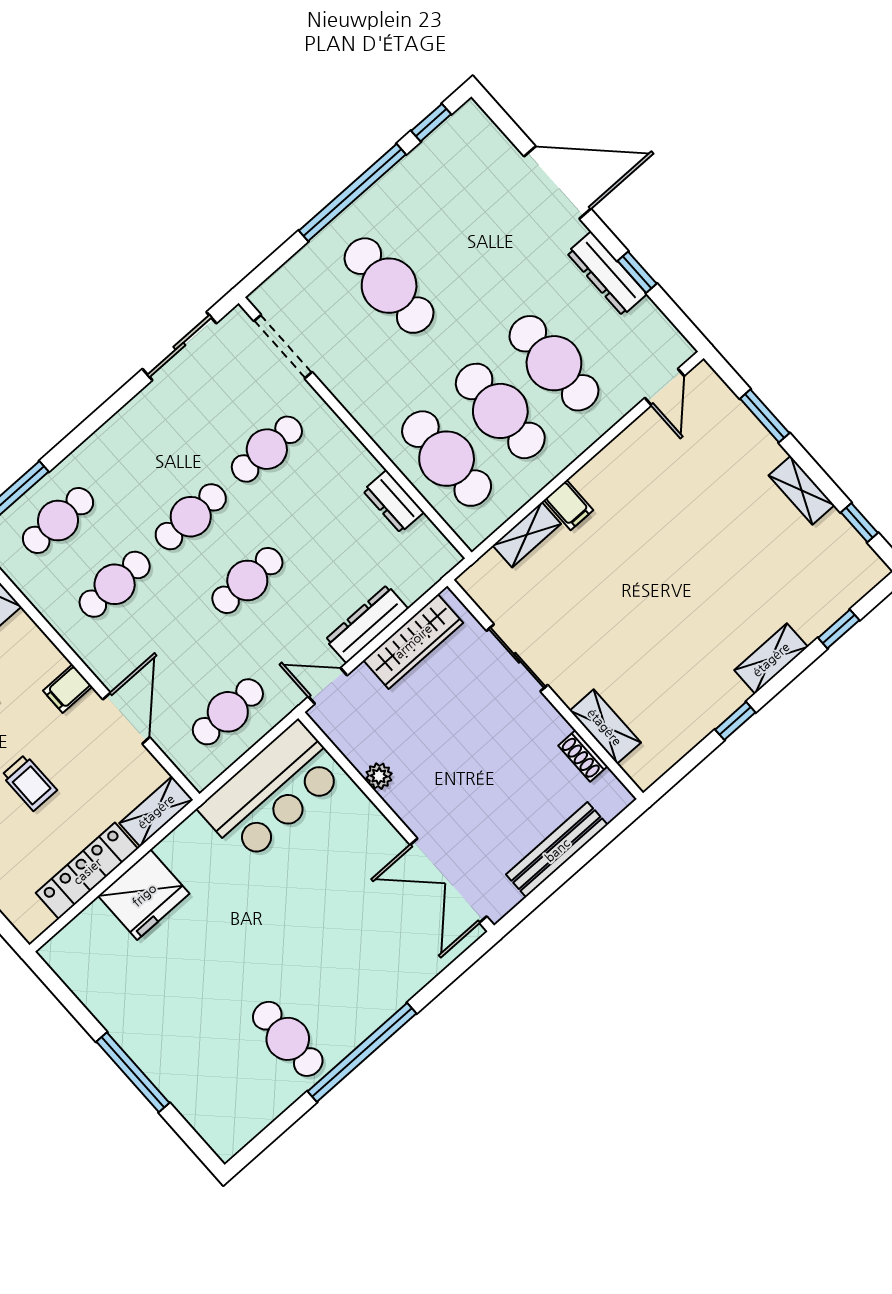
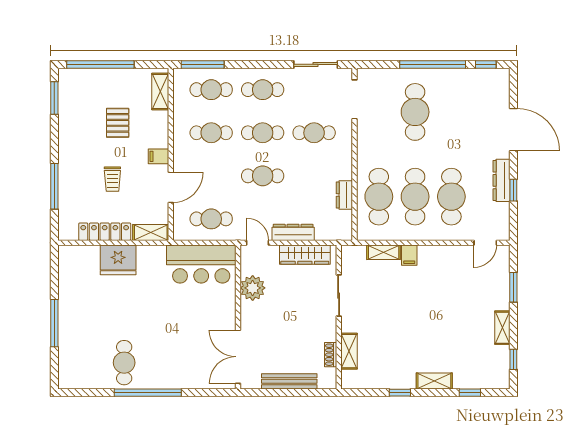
cafe table: (134, 453) -> (263, 90), added
plant: (379, 776) -> (253, 288), width x1.88, depth x1.88

